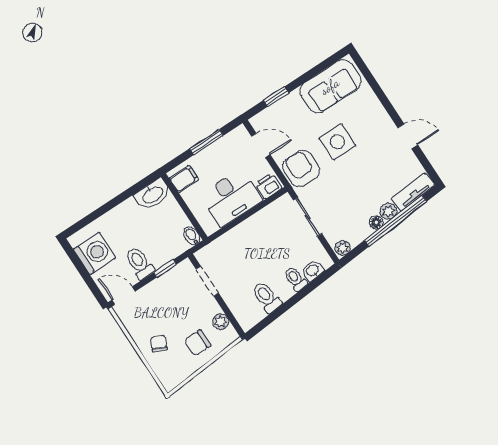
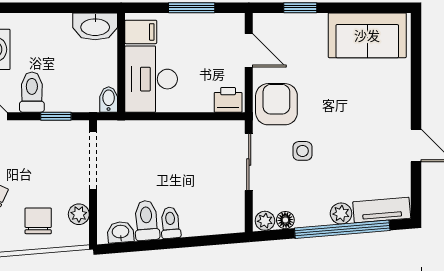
side table: (337, 142) -> (302, 151), moved, width x0.54, depth x0.54
desk: (231, 198) -> (151, 79), moved, turned 90
floor lamp: (376, 222) -> (285, 220), moved
washbasin: (313, 271) -> (121, 232), moved
toilet: (295, 279) -> (170, 223), moved
doorway: (207, 281) -> (93, 160), width x1.38
chair: (197, 343) -> (38, 221), turned 90

